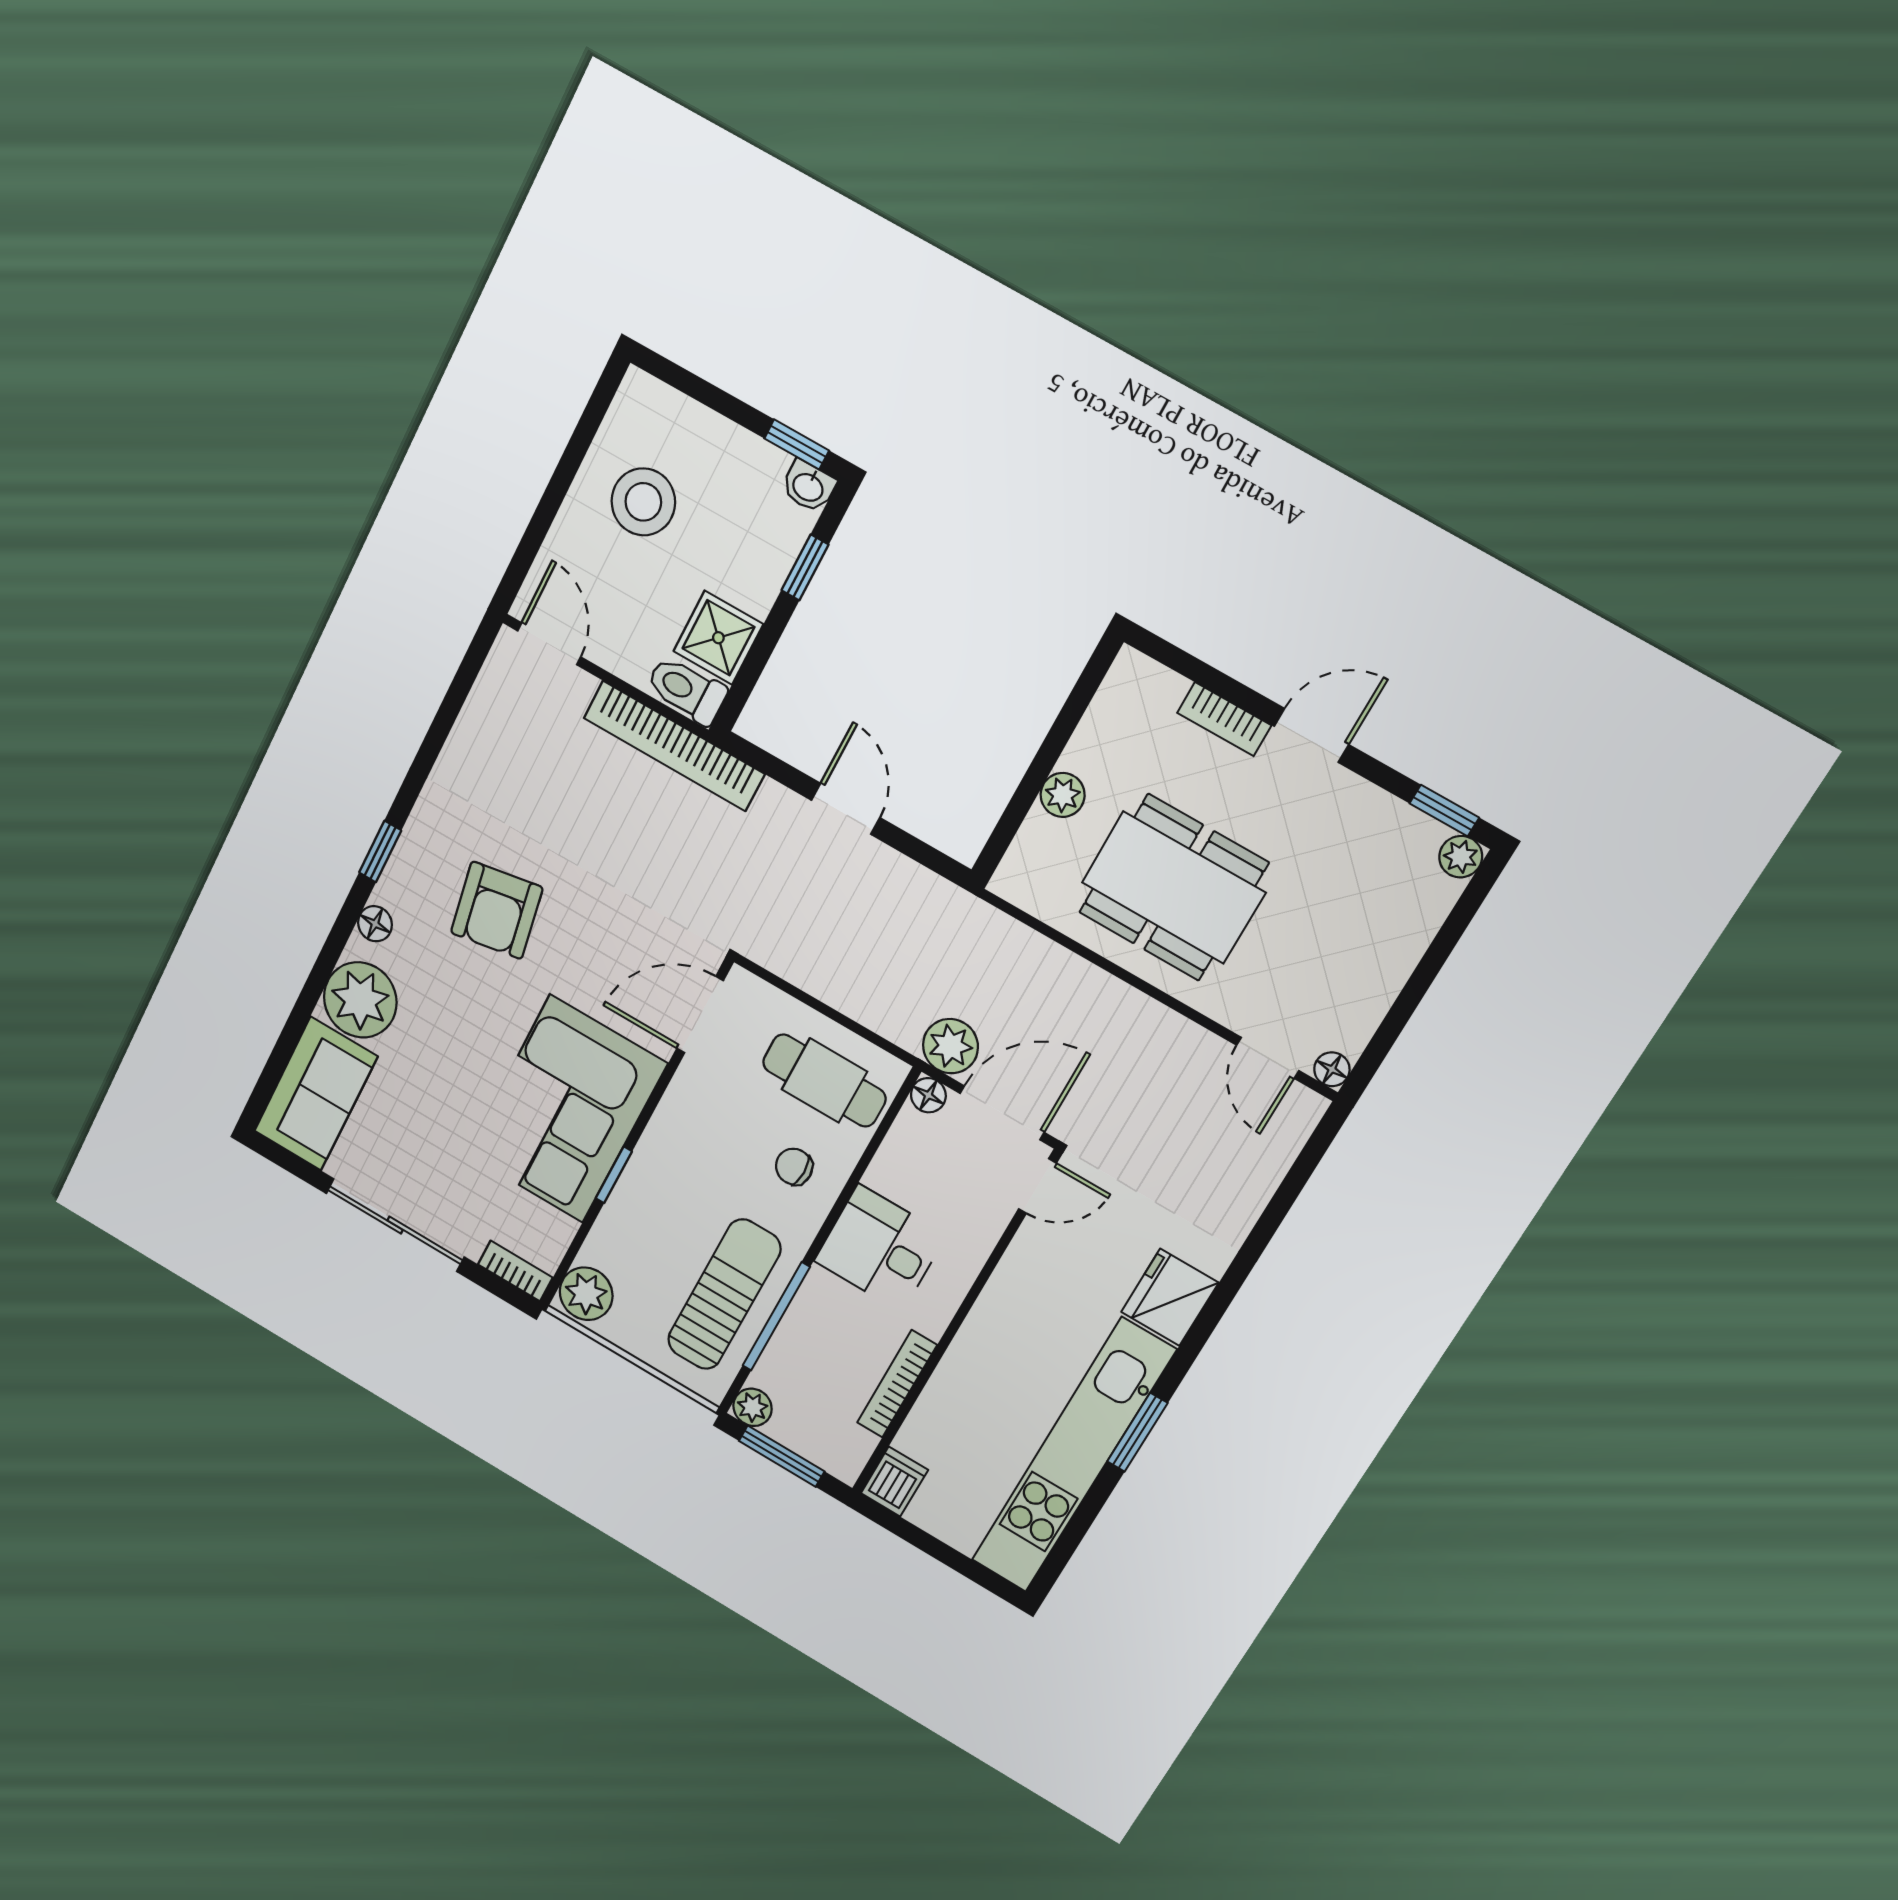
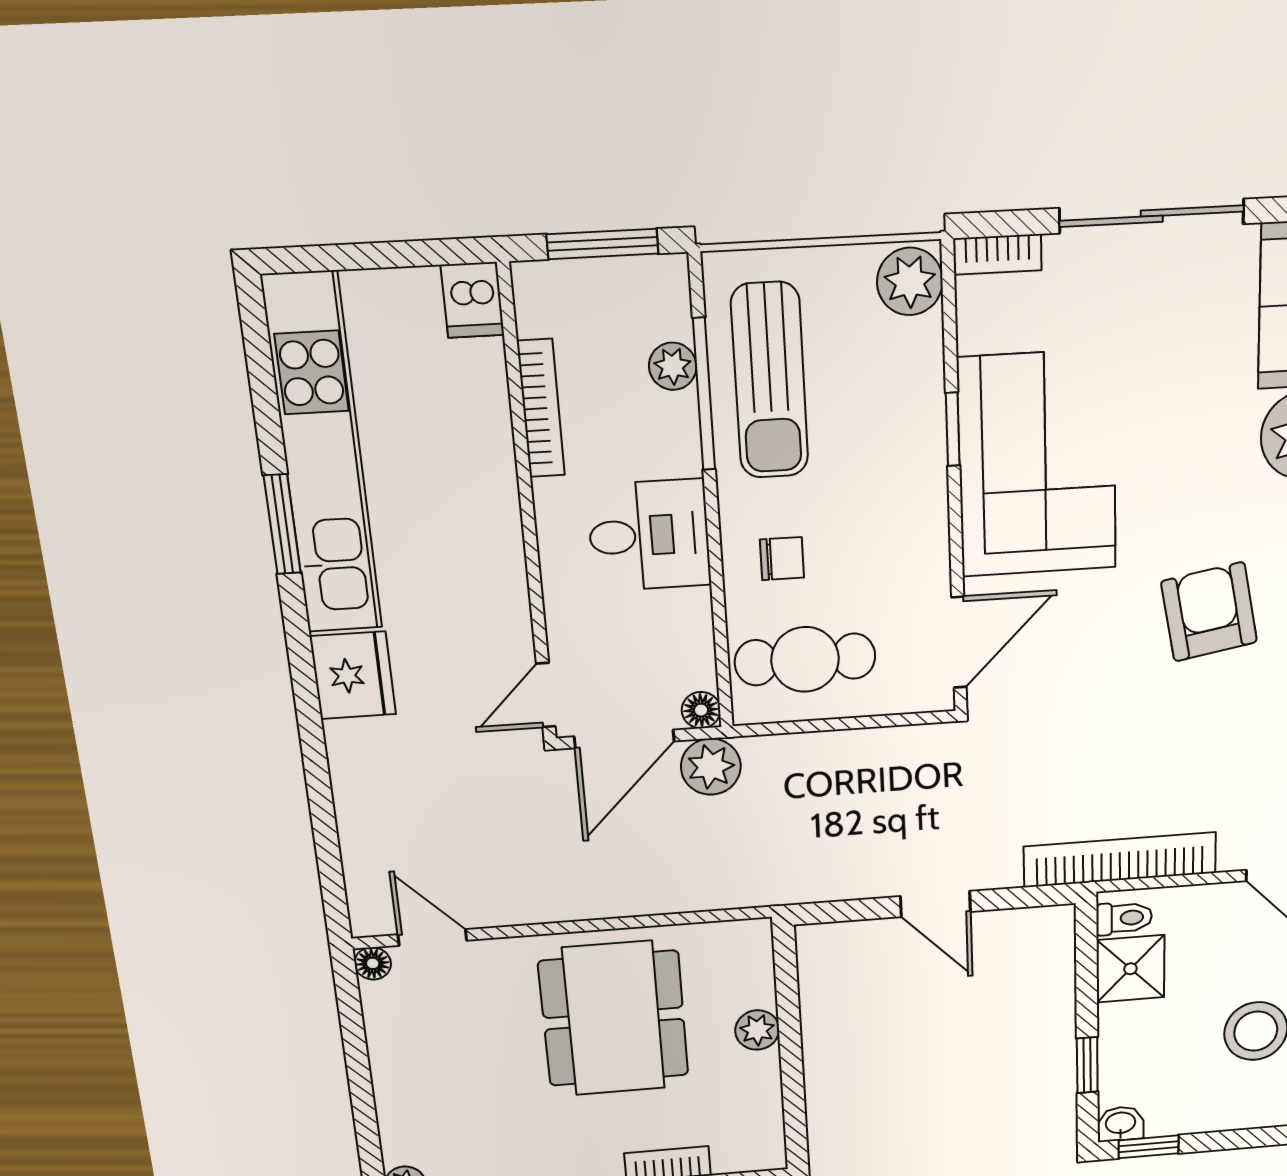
toilet: (687, 690) -> (1124, 918), width x0.73, depth x0.72
dining table: (1173, 888) -> (614, 1018), turned 90
plant: (753, 1407) -> (673, 366), moved

